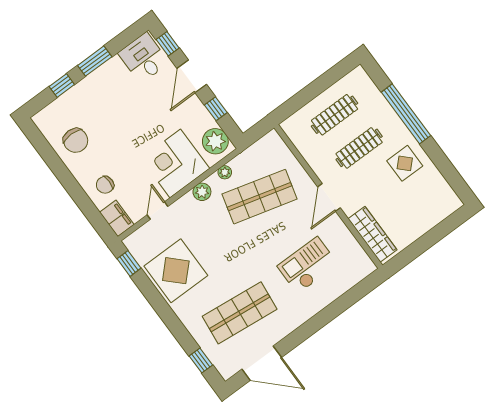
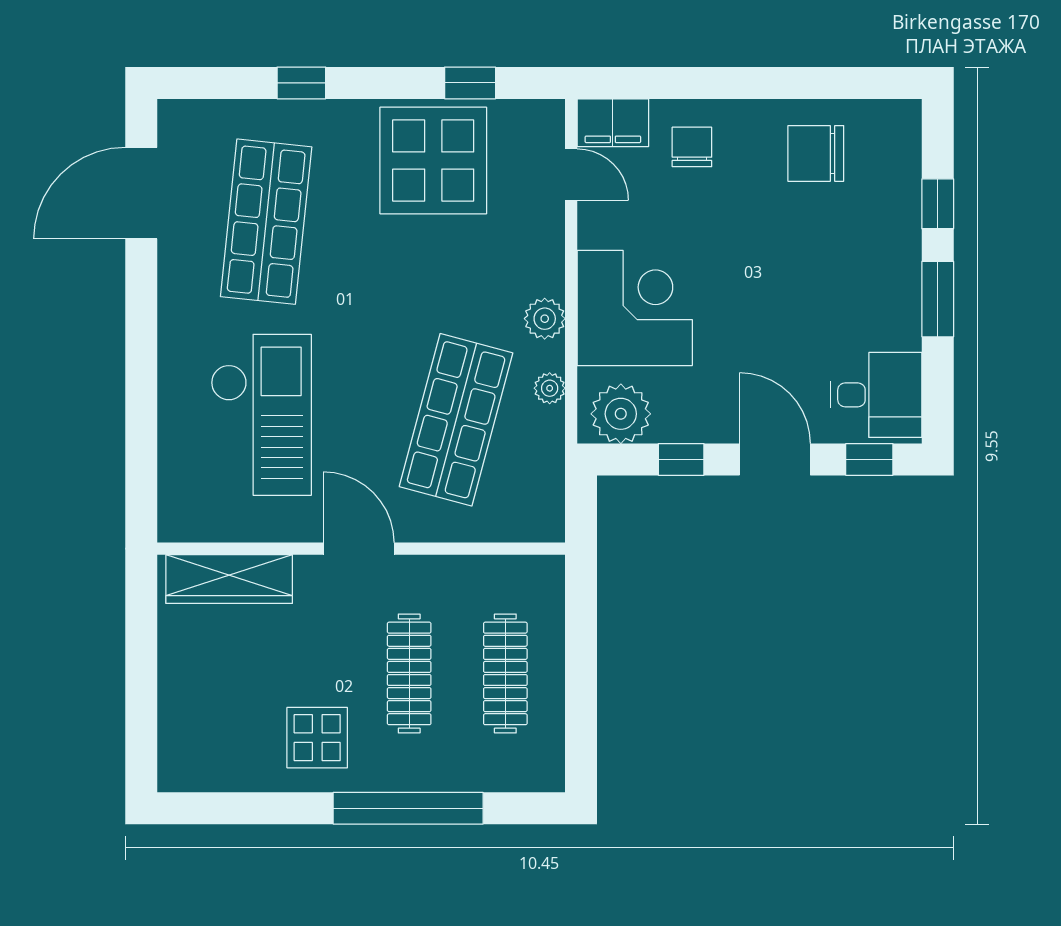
door: (158, 211) -> (571, 175), moved
window: (129, 263) -> (470, 83), moved
checkout: (308, 265) -> (261, 415), width x1.36, depth x1.21
window: (201, 361) -> (301, 83), moved

